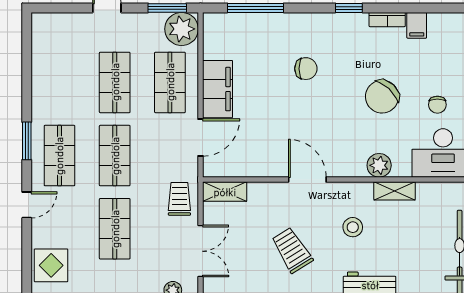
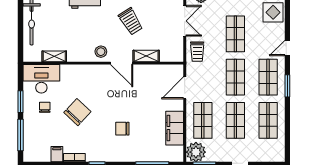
shop shelf: (59, 82) -> (268, 120), added
filing cabinet: (218, 89) -> (175, 128), moved
plant: (379, 165) -> (79, 71), removed
shelving: (395, 191) -> (54, 56), moved
shelving: (225, 192) -> (146, 56), moved
stool: (353, 227) -> (101, 52), moved
double door: (200, 251) -> (185, 21), swing flipped

